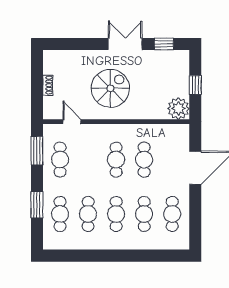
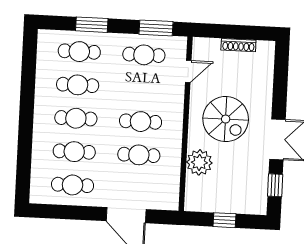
shoe rack: (48, 85) -> (238, 45), width x1.43
plant: (178, 109) -> (199, 162), moved

